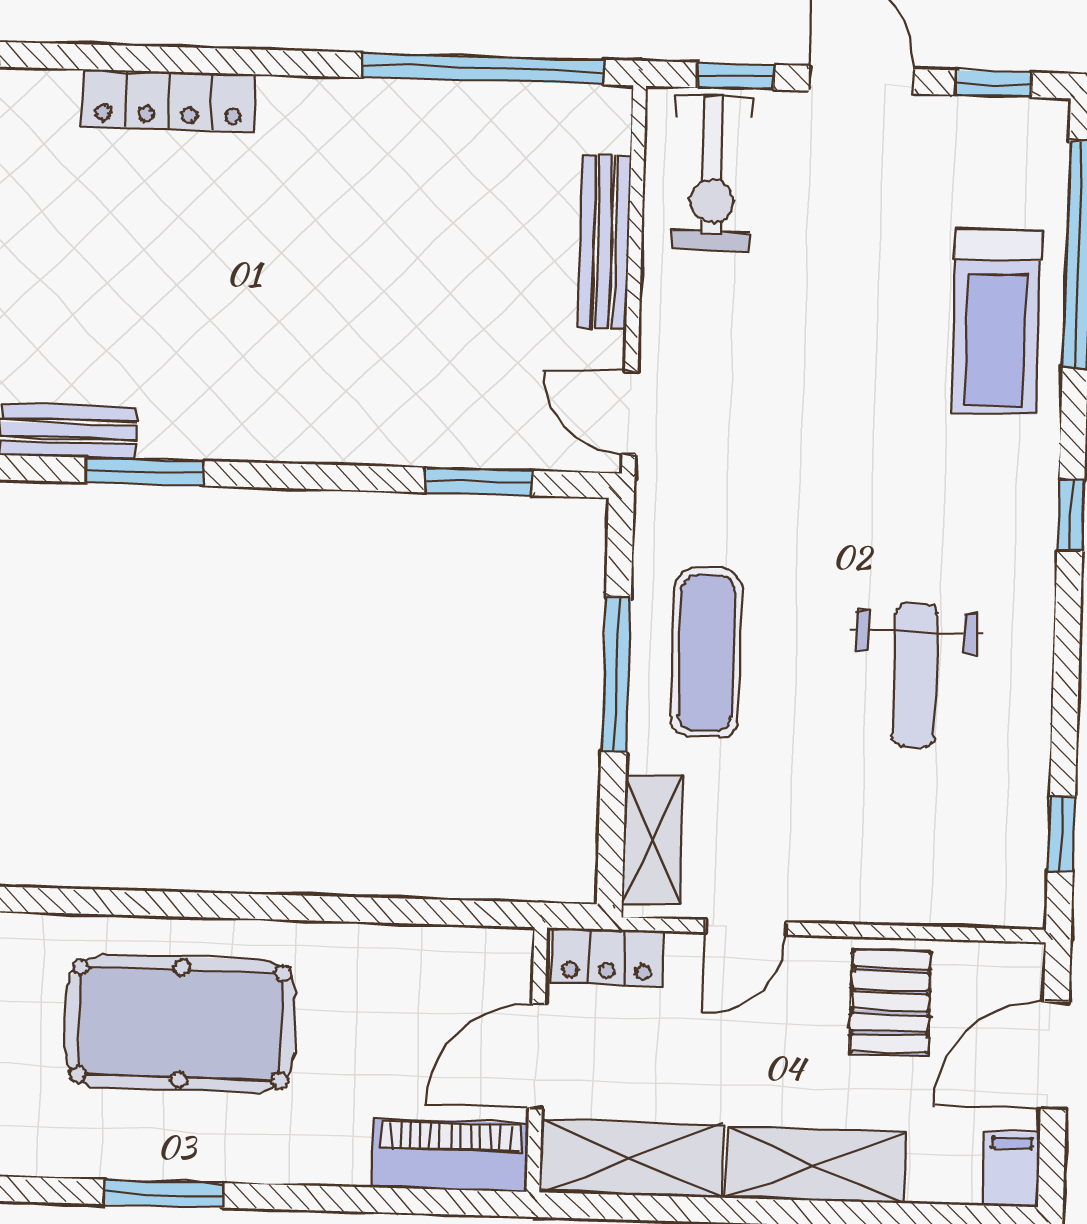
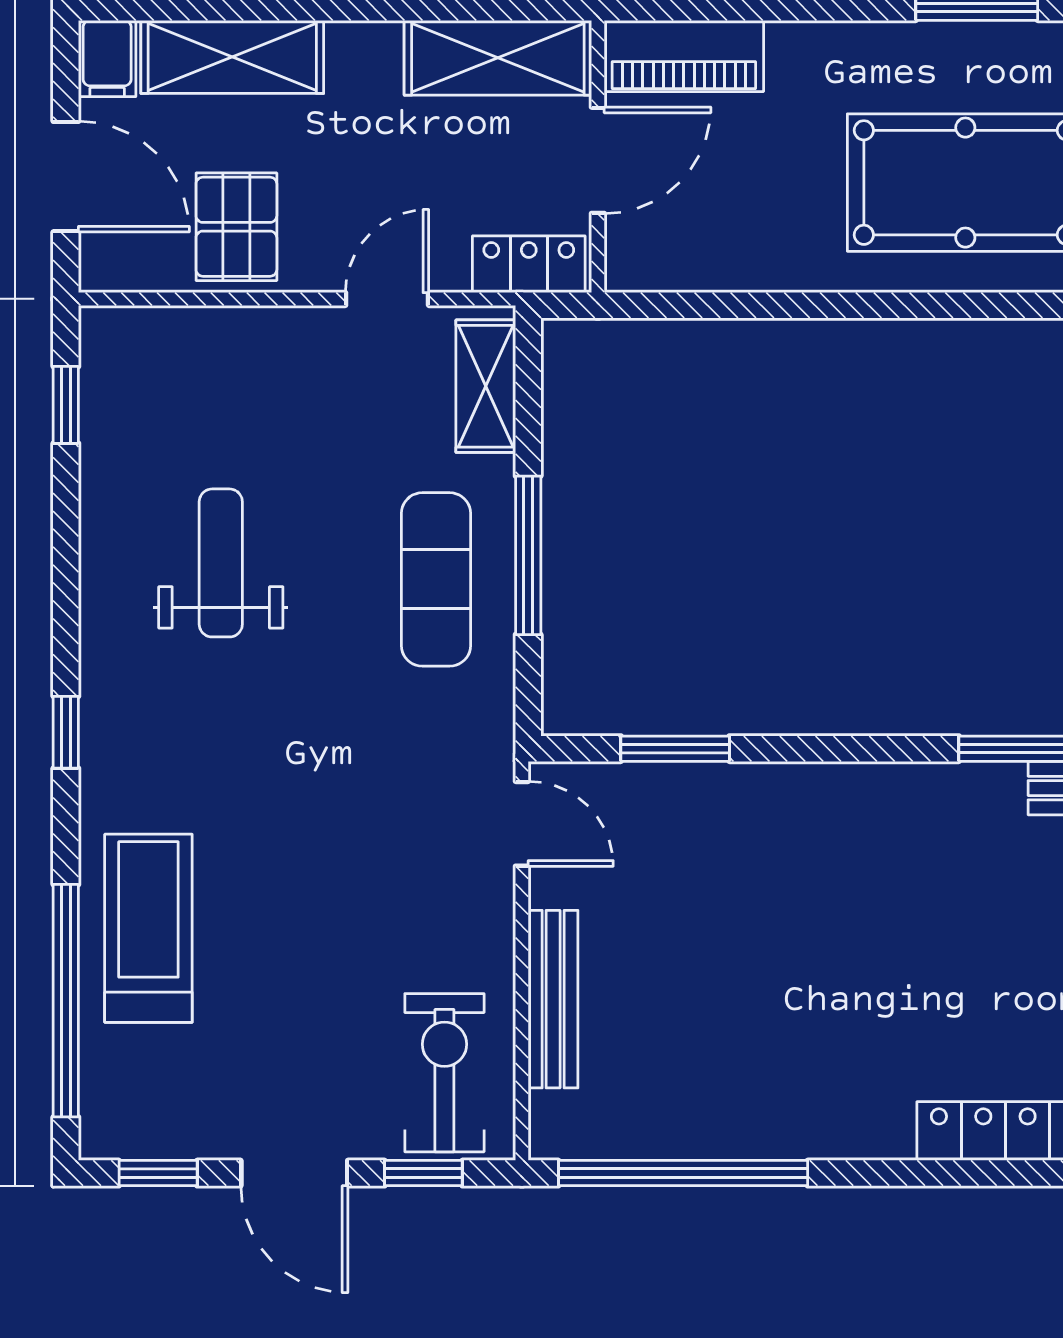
door: (1055, 1056) -> (66, 177), hinge flipped
shelving: (816, 1165) -> (232, 57), moved

